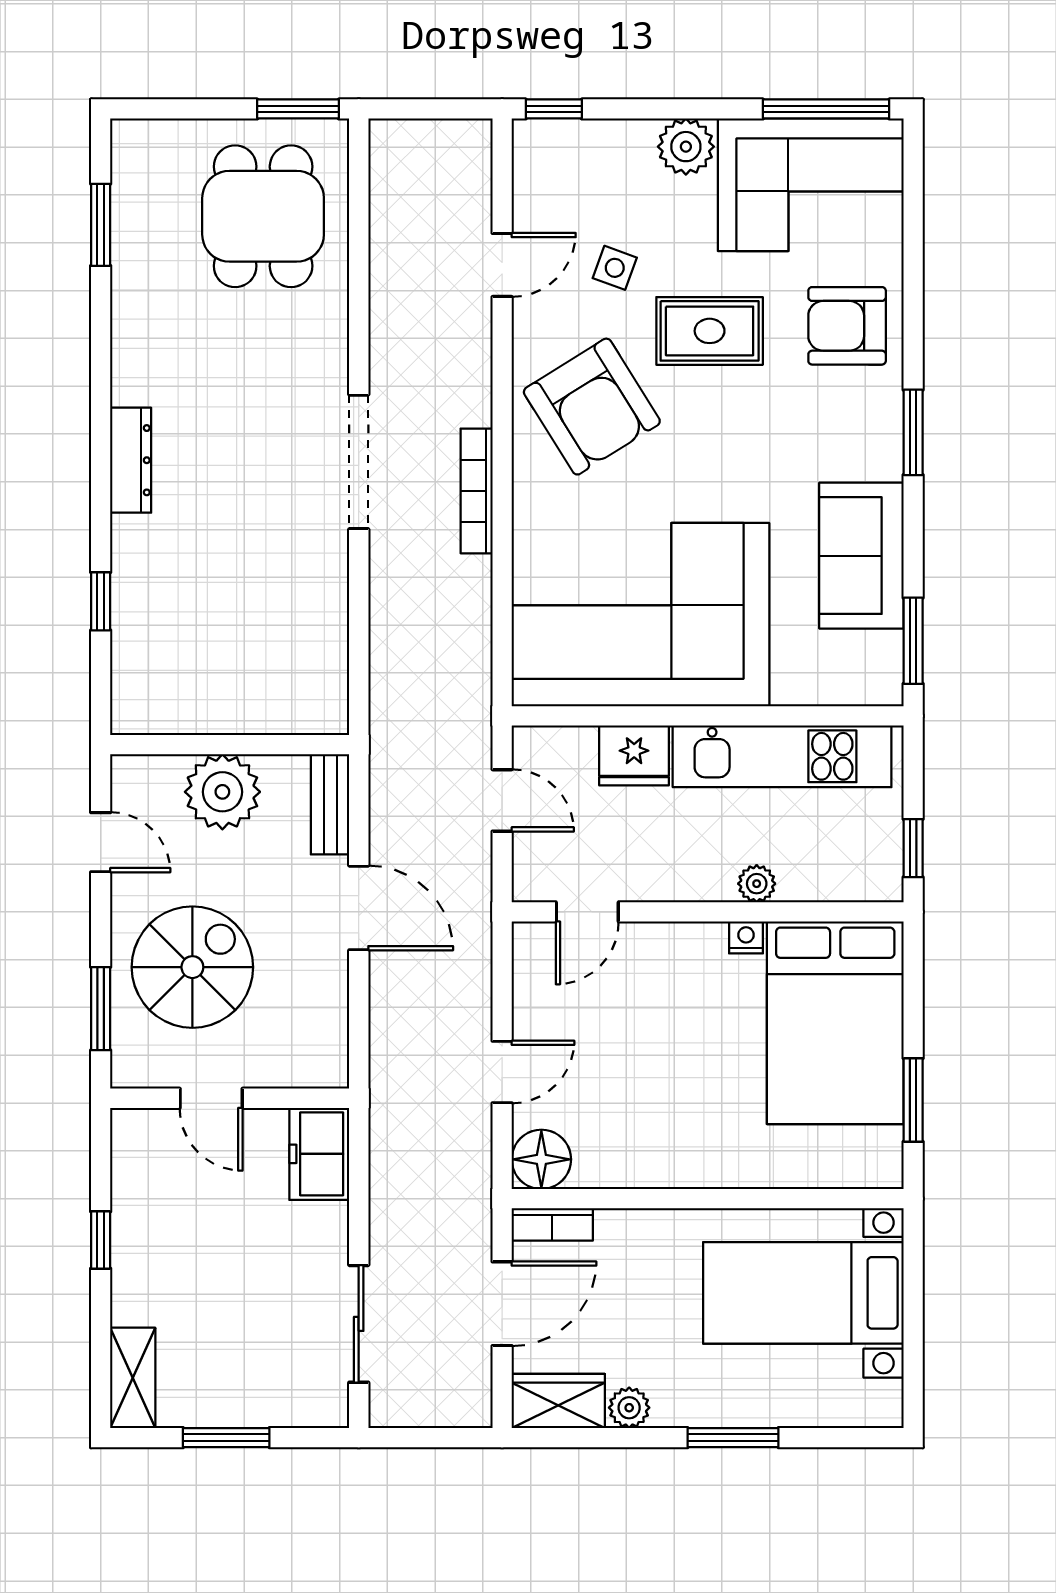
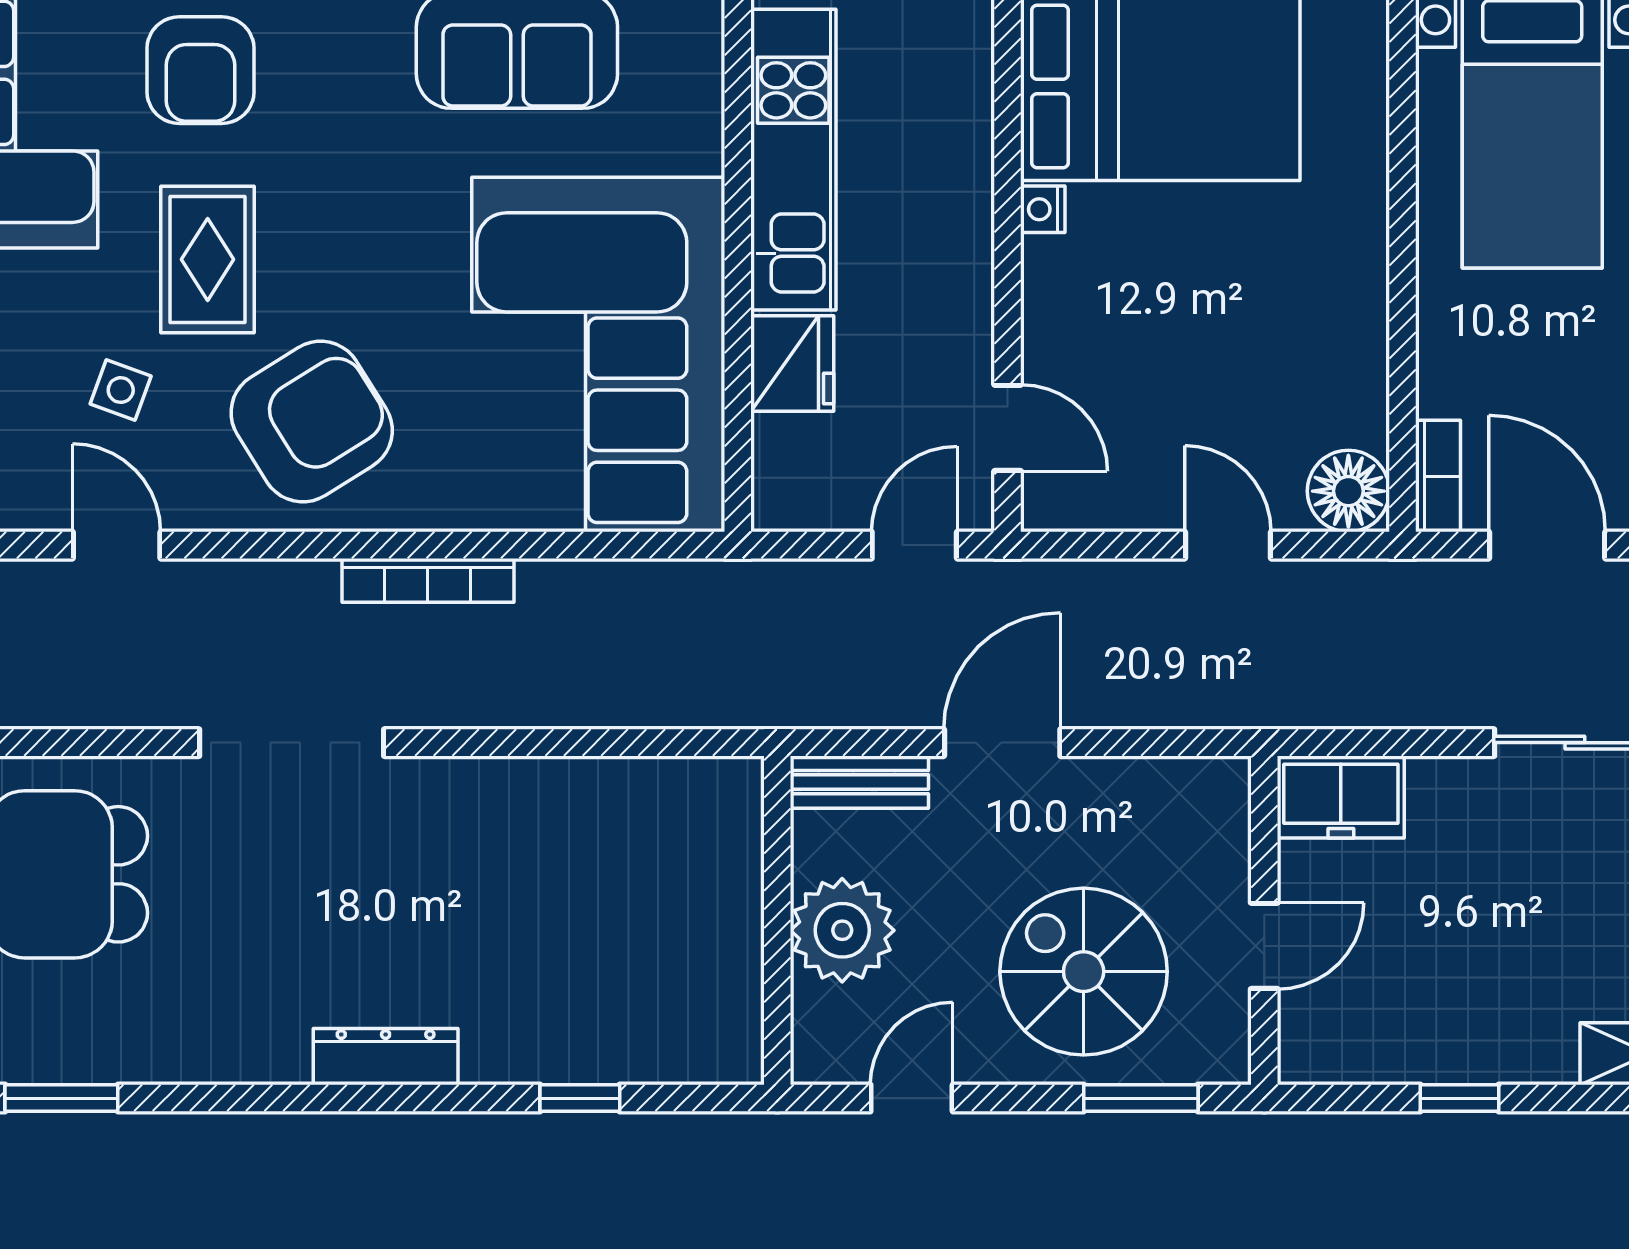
doorway: (359, 462) -> (292, 743), moved
door: (502, 800) -> (914, 545), moved
plant: (757, 884) -> (969, 195), removed

